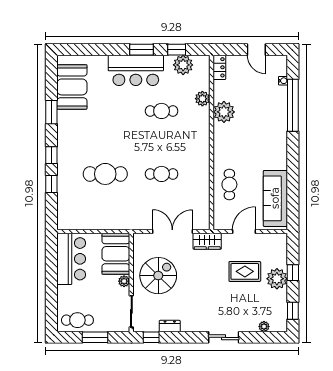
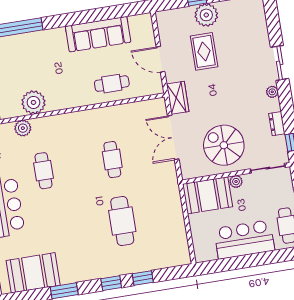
sofa: (275, 198) -> (98, 34), moved
bar counter: (71, 259) -> (244, 239), moved
plant: (264, 326) -> (272, 92), moved

